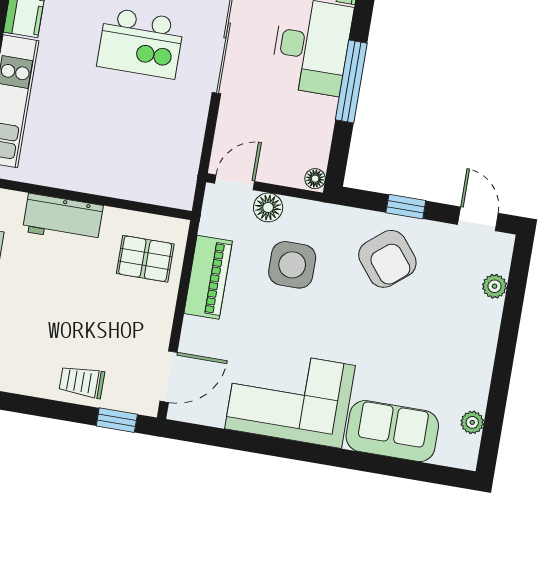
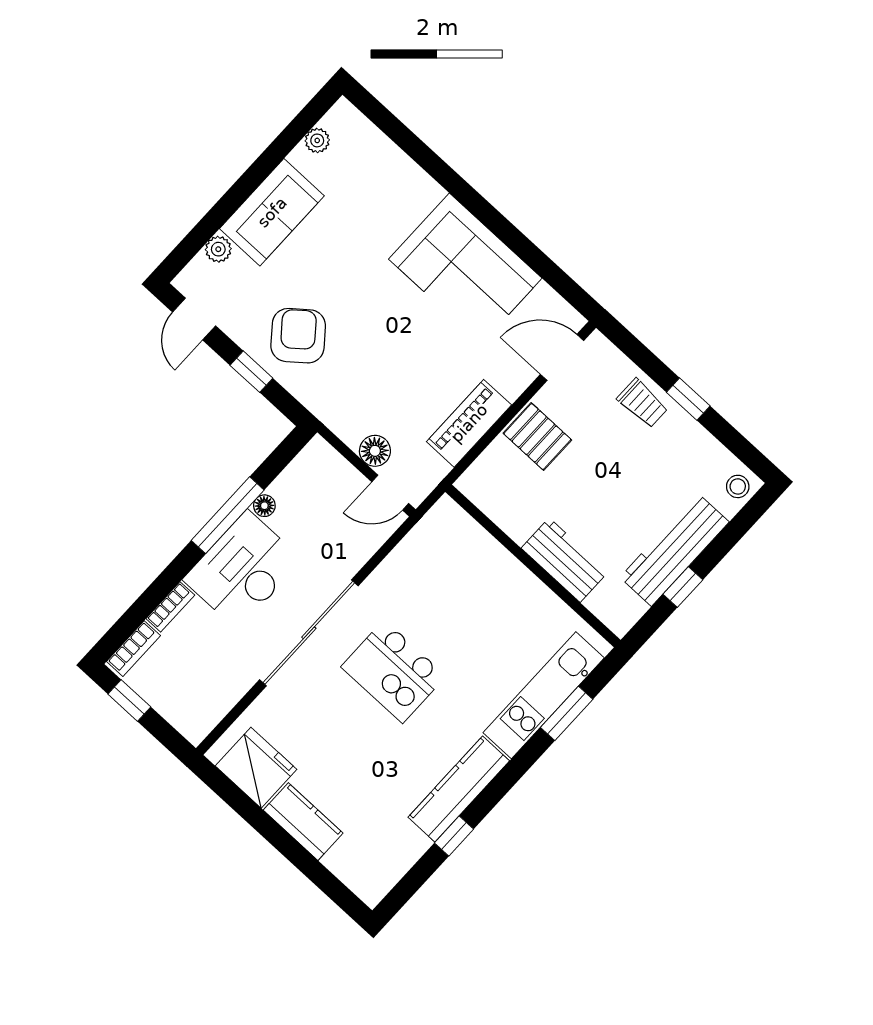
kitchen island: (141, 43) -> (393, 672), turned 180
floor lamp: (315, 179) -> (264, 506), moved
pallet: (145, 259) -> (537, 437), moved
side table: (292, 265) -> (387, 386), removed
window: (117, 420) -> (688, 399), moved
sofa: (392, 431) -> (272, 212), moved, turned -90

